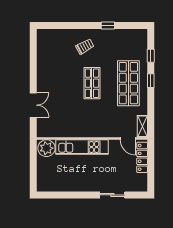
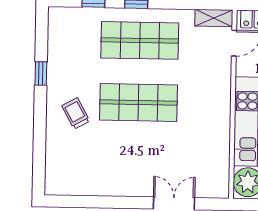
shop shelf: (92, 83) -> (139, 102), width x1.43, depth x1.36

